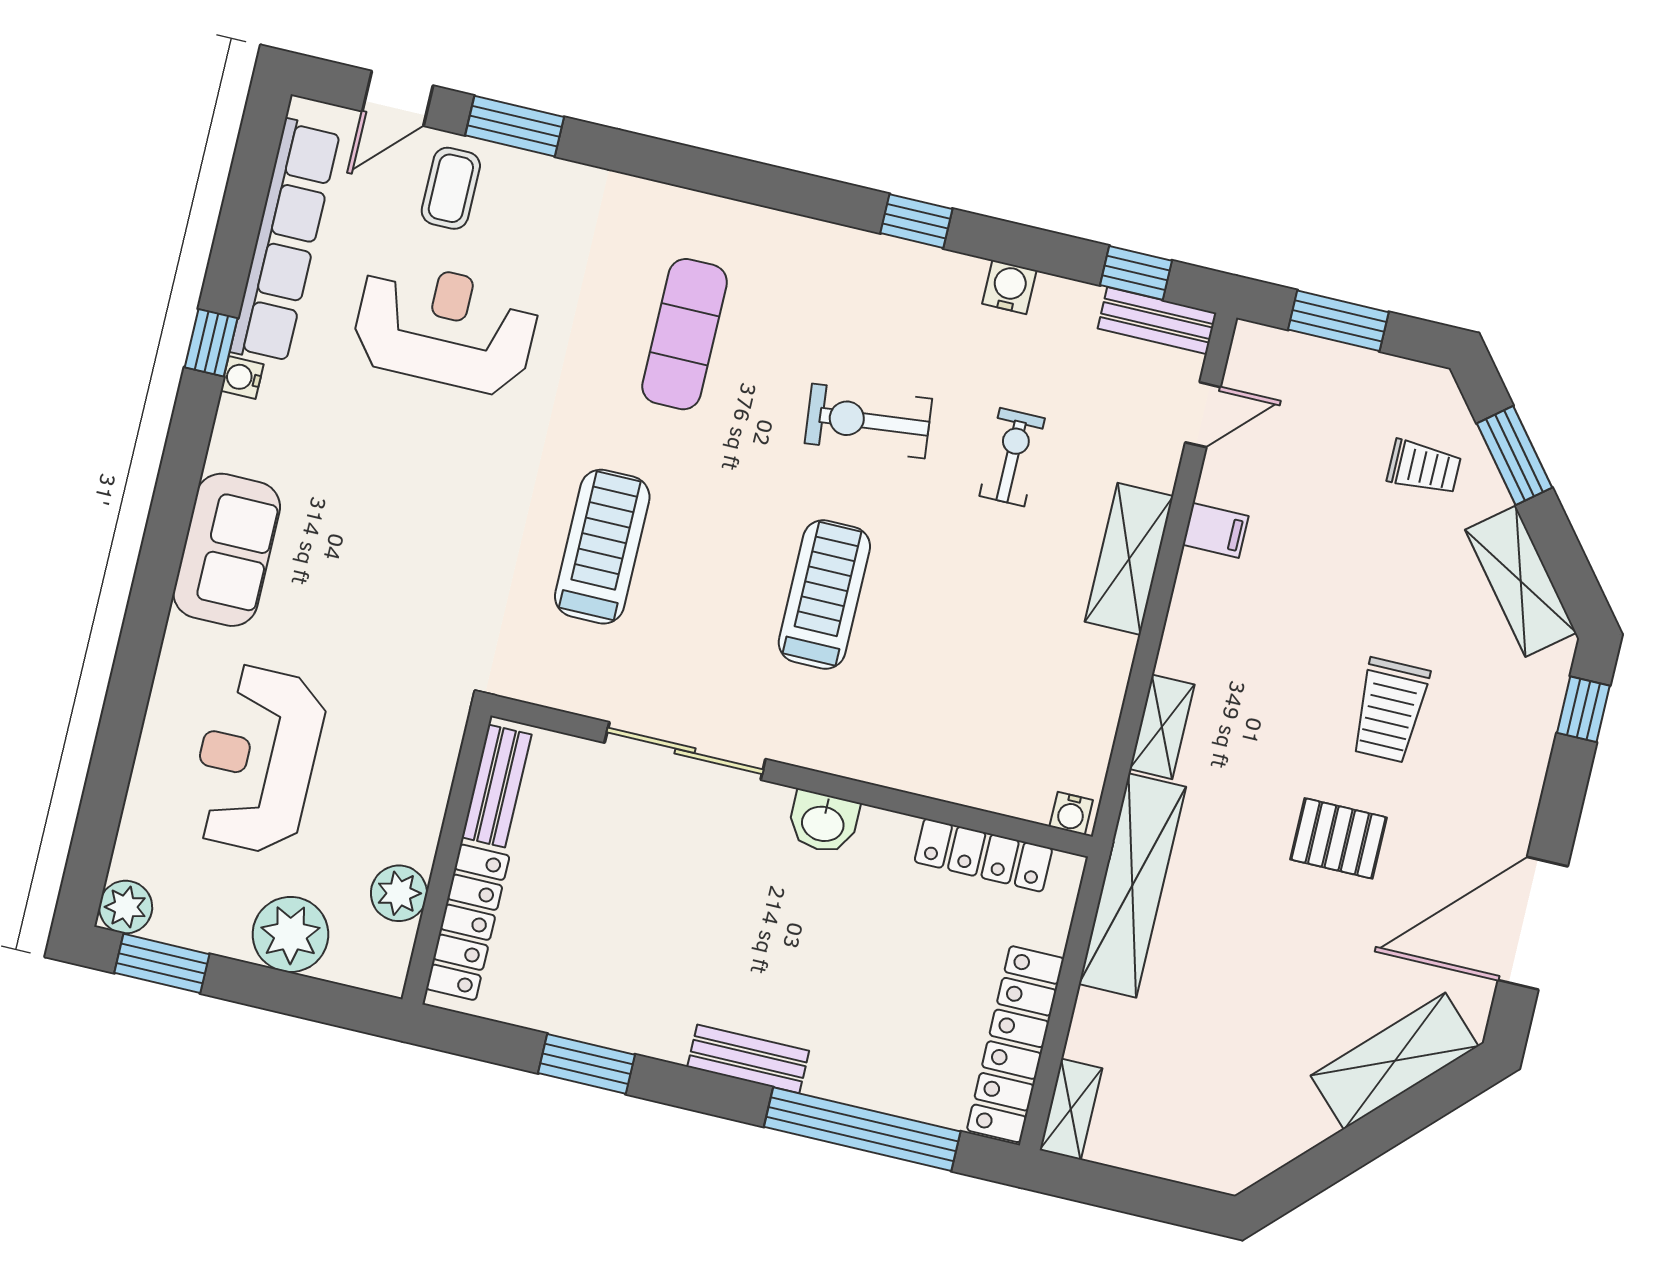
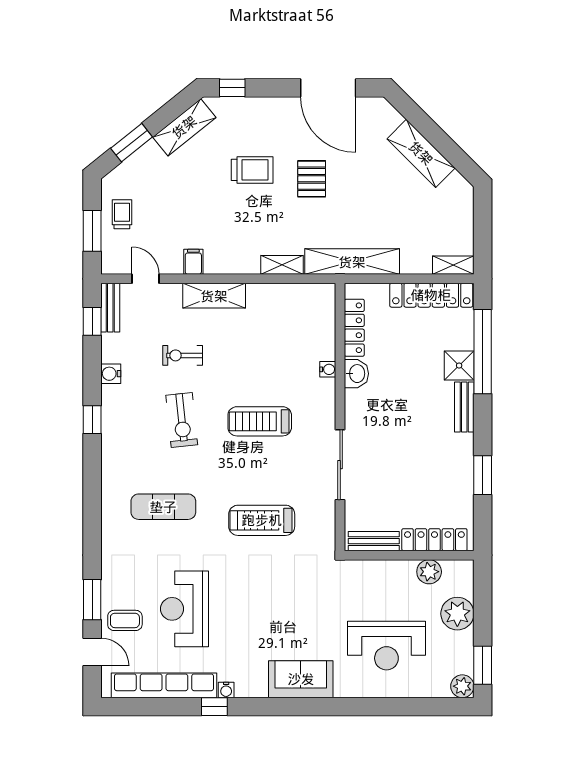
trolley: (1424, 467) -> (122, 214), moved
water cooler: (1071, 813) -> (328, 369), moved
washbasin: (823, 822) -> (356, 374), moved
shelving: (1395, 1061) -> (421, 153), moved
shower: (844, 1069) -> (459, 366), added

